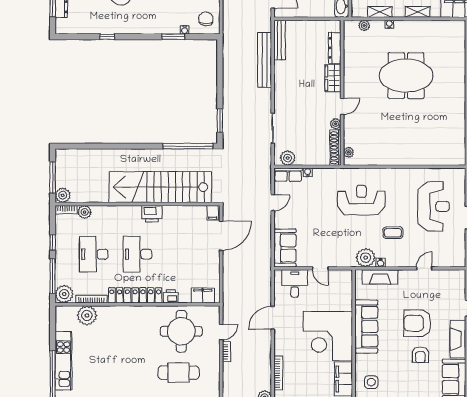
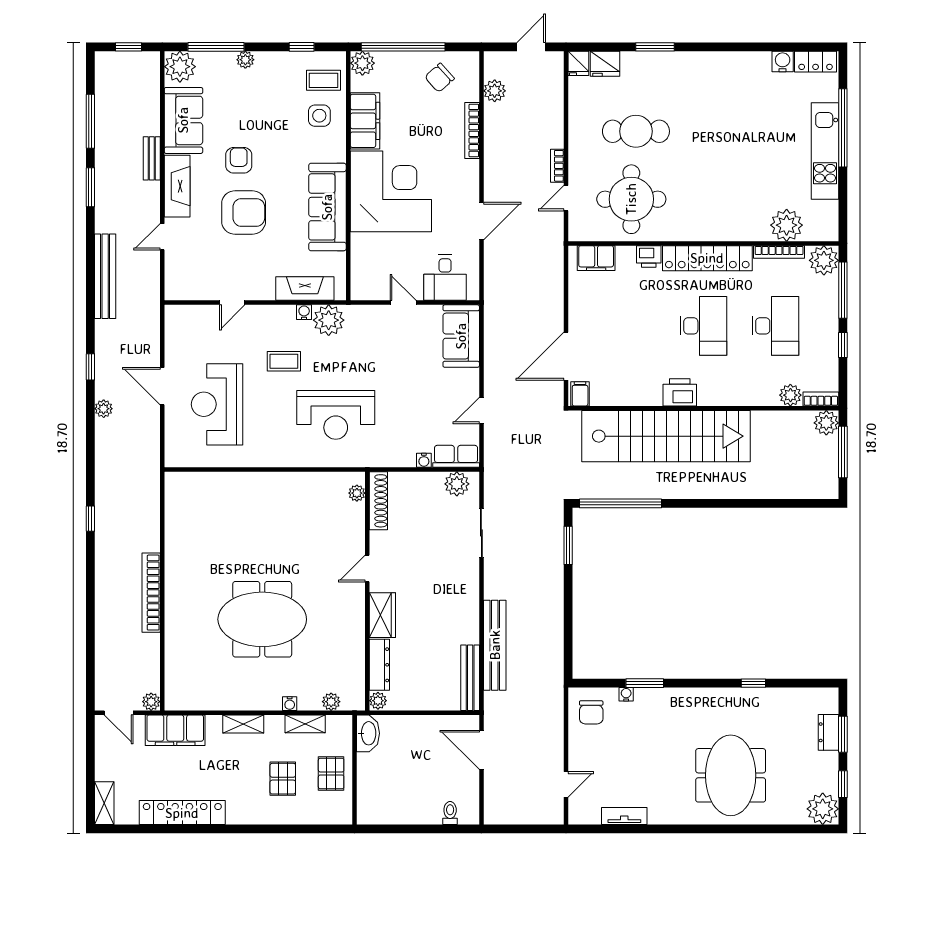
plant: (336, 124) -> (378, 701), moved

